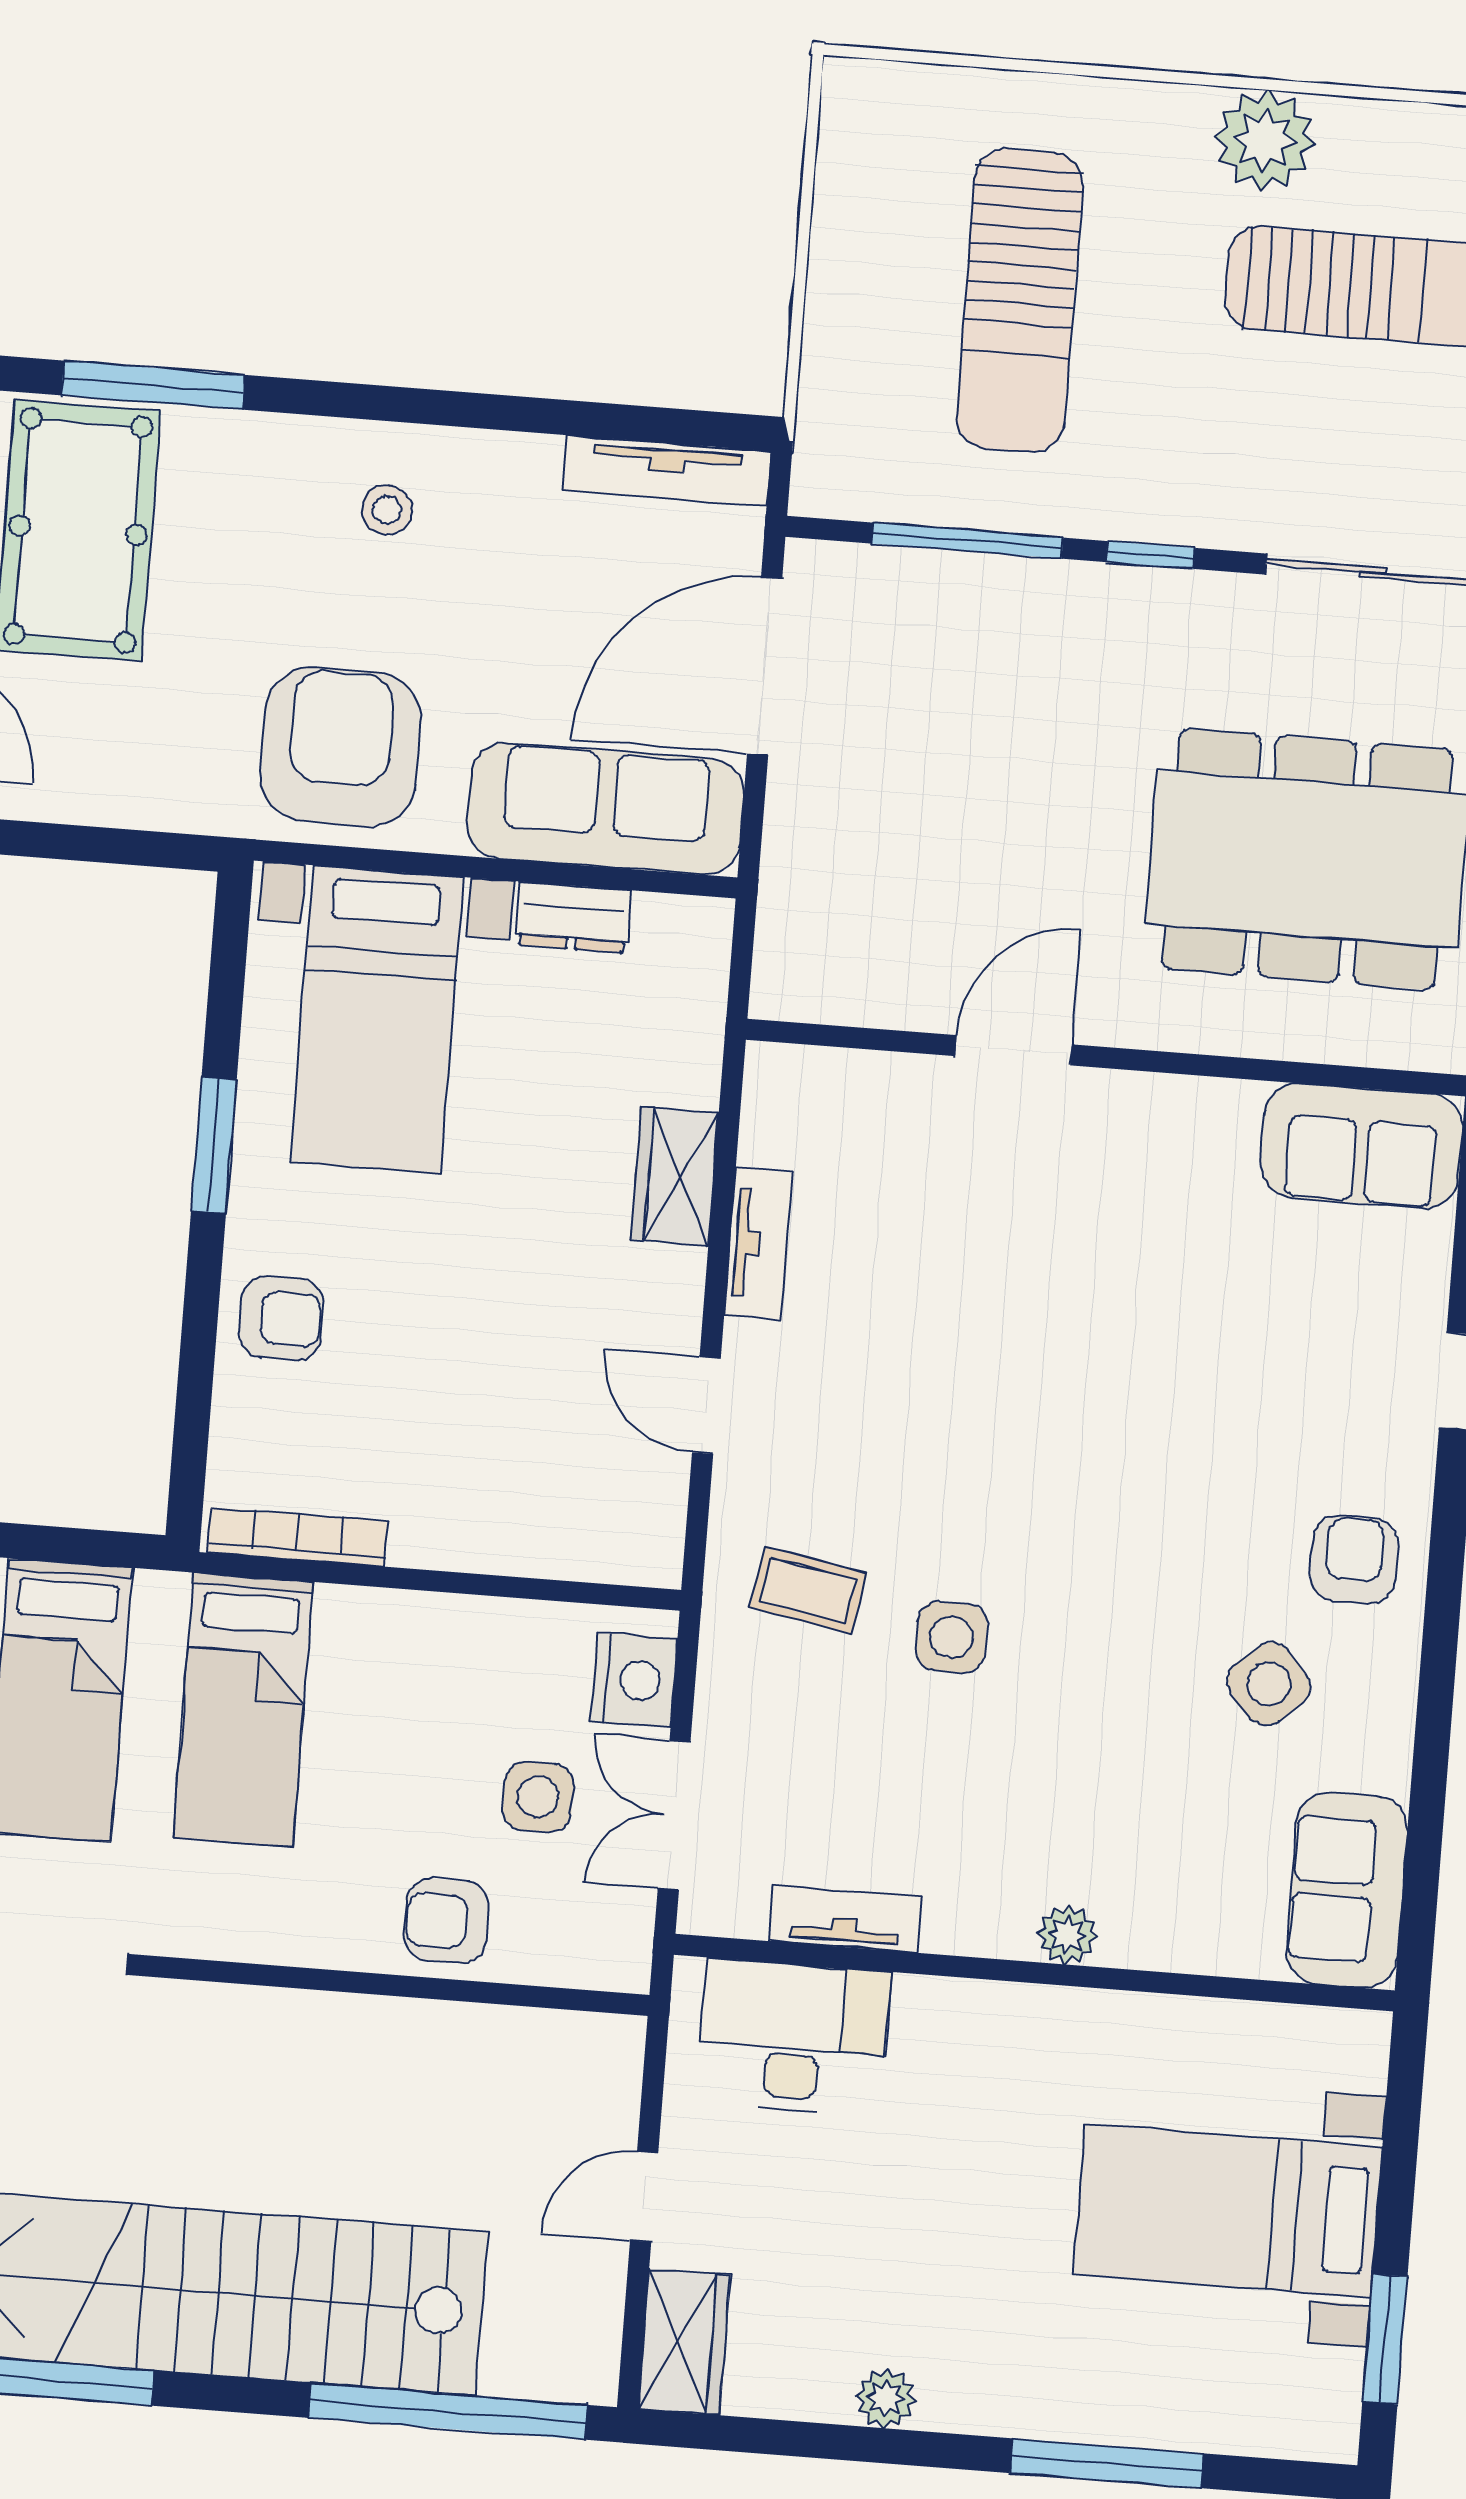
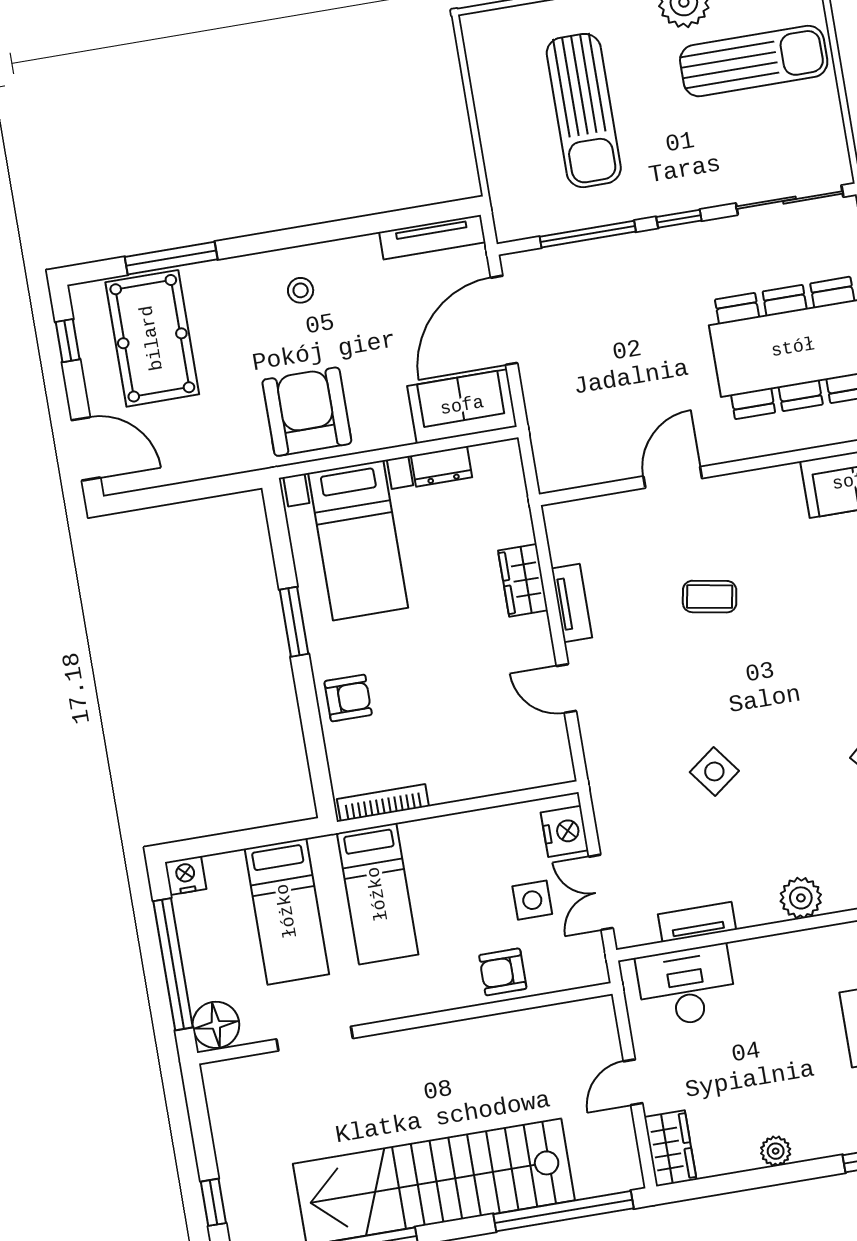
sofa: (605, 809) -> (462, 406), width x0.73
coffee table: (808, 1590) -> (710, 597), moved
side table: (951, 1637) -> (714, 771), turned -37
plant: (1067, 1935) -> (801, 898), width x1.38, depth x1.38

